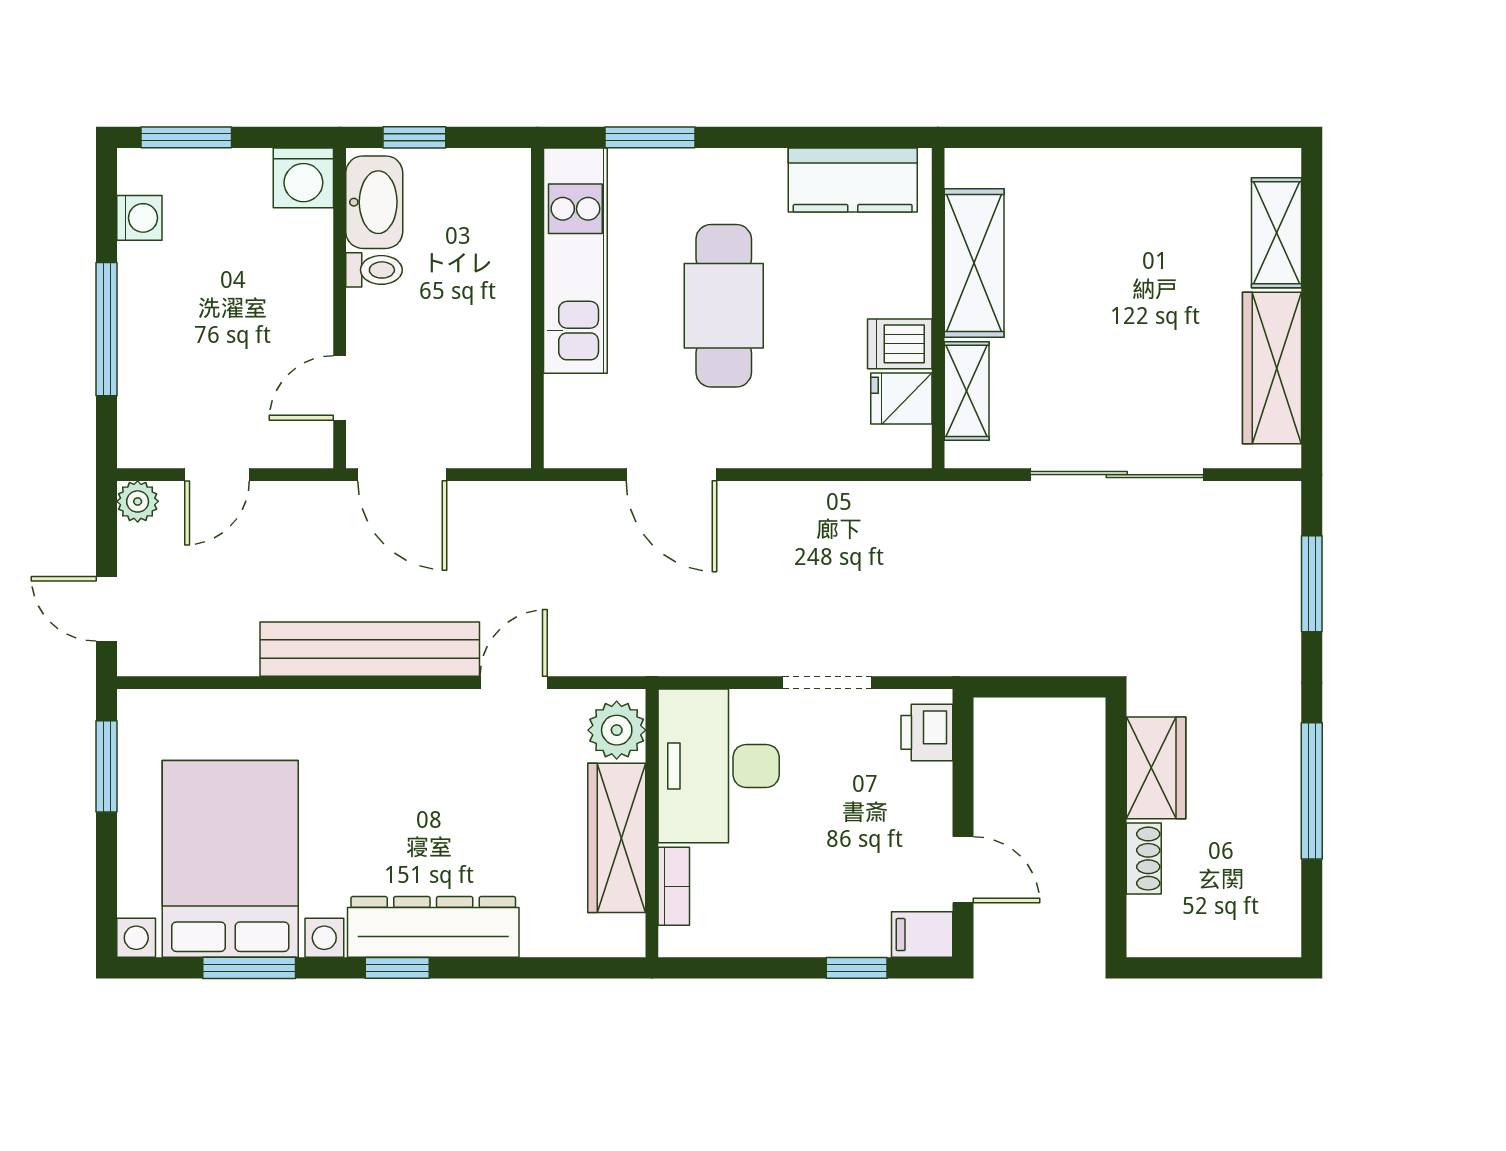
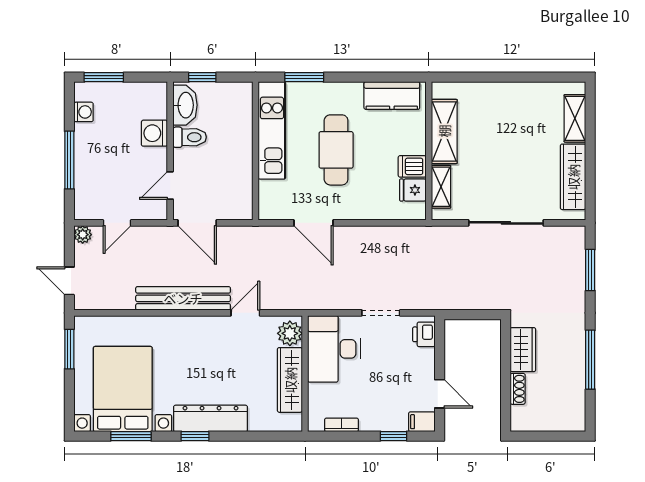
washing machine: (303, 178) -> (154, 133), moved, turned 90
toilet: (374, 270) -> (190, 137), width x1.37, depth x1.39
bookcase: (674, 886) -> (341, 425), moved, turned -90

